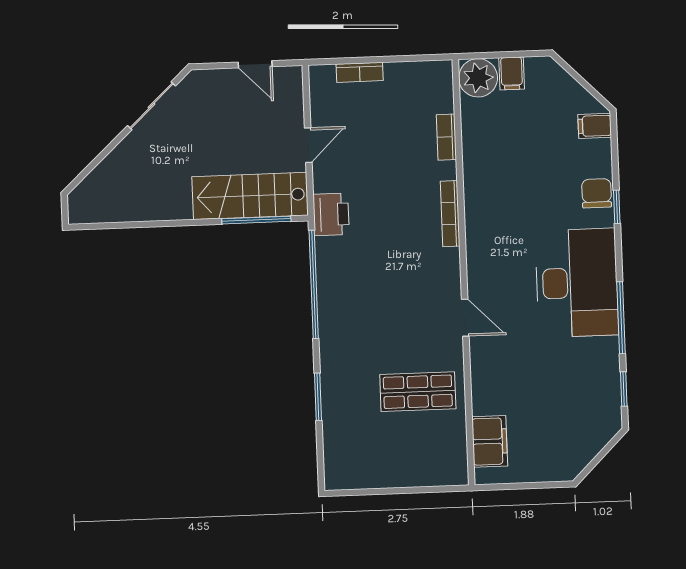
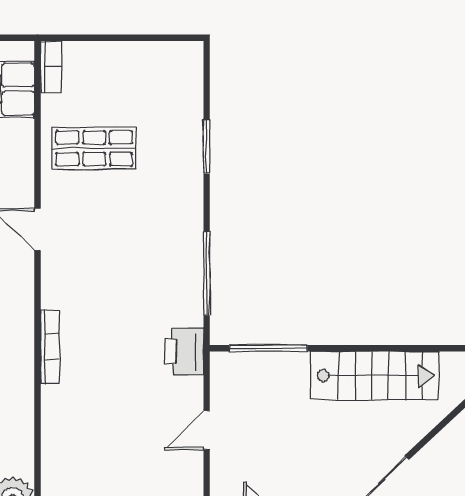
bookcase: (446, 137) -> (51, 67), moved
stairs: (250, 196) -> (375, 376), moved
window: (314, 284) -> (207, 274), width x0.68

